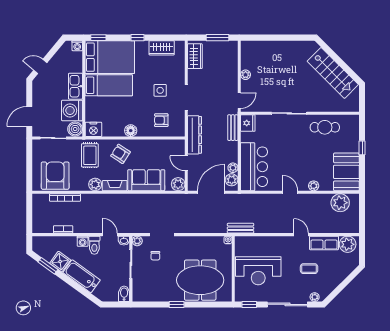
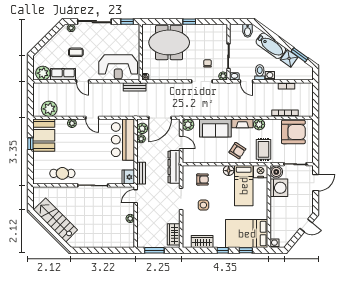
window: (98, 38) -> (246, 250), moved
bed: (109, 85) -> (244, 186), moved, turned -90
kitchen sink: (75, 86) -> (276, 209), removed
window: (362, 148) -> (30, 144), moved
armchair: (55, 176) -> (293, 132), turned -90
reception desk: (258, 271) -> (118, 67), moved, turned 180
bidet: (124, 294) -> (248, 31), moved

